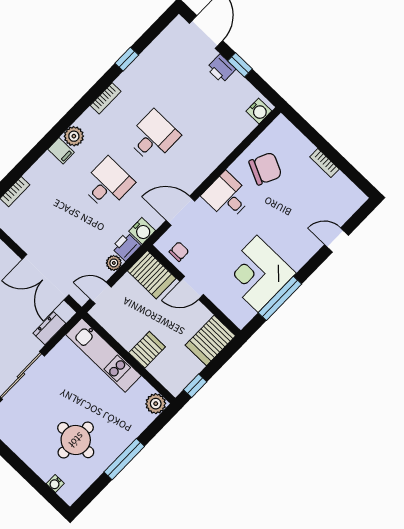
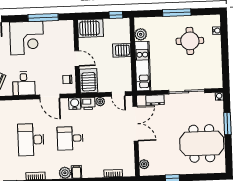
desk: (153, 137) -> (31, 140), width x1.37
corner desk: (257, 274) -> (27, 38), moved
plant: (156, 404) -> (141, 34), moved

